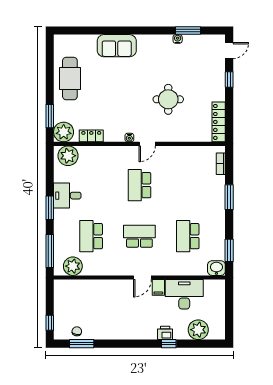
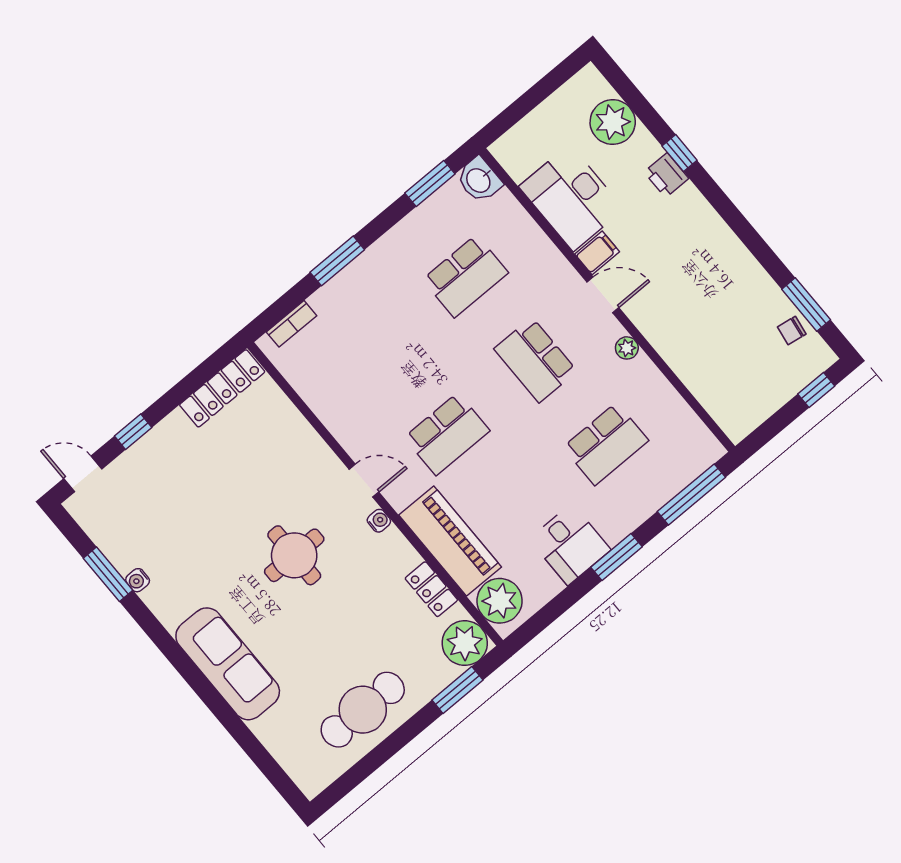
sofa: (117, 46) -> (228, 664), width x1.36
round table: (168, 99) -> (294, 555), moved
piano: (102, 156) -> (450, 541), added
plant: (73, 266) -> (627, 348), moved, width x0.53, depth x0.53

